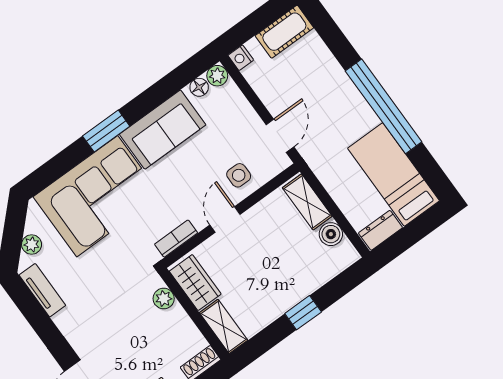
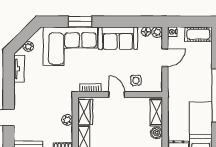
window: (106, 131) -> (80, 22), moved
door: (280, 136) -> (165, 58), moved
door: (225, 220) -> (117, 95), hinge flipped
plant: (164, 299) -> (67, 120), moved

